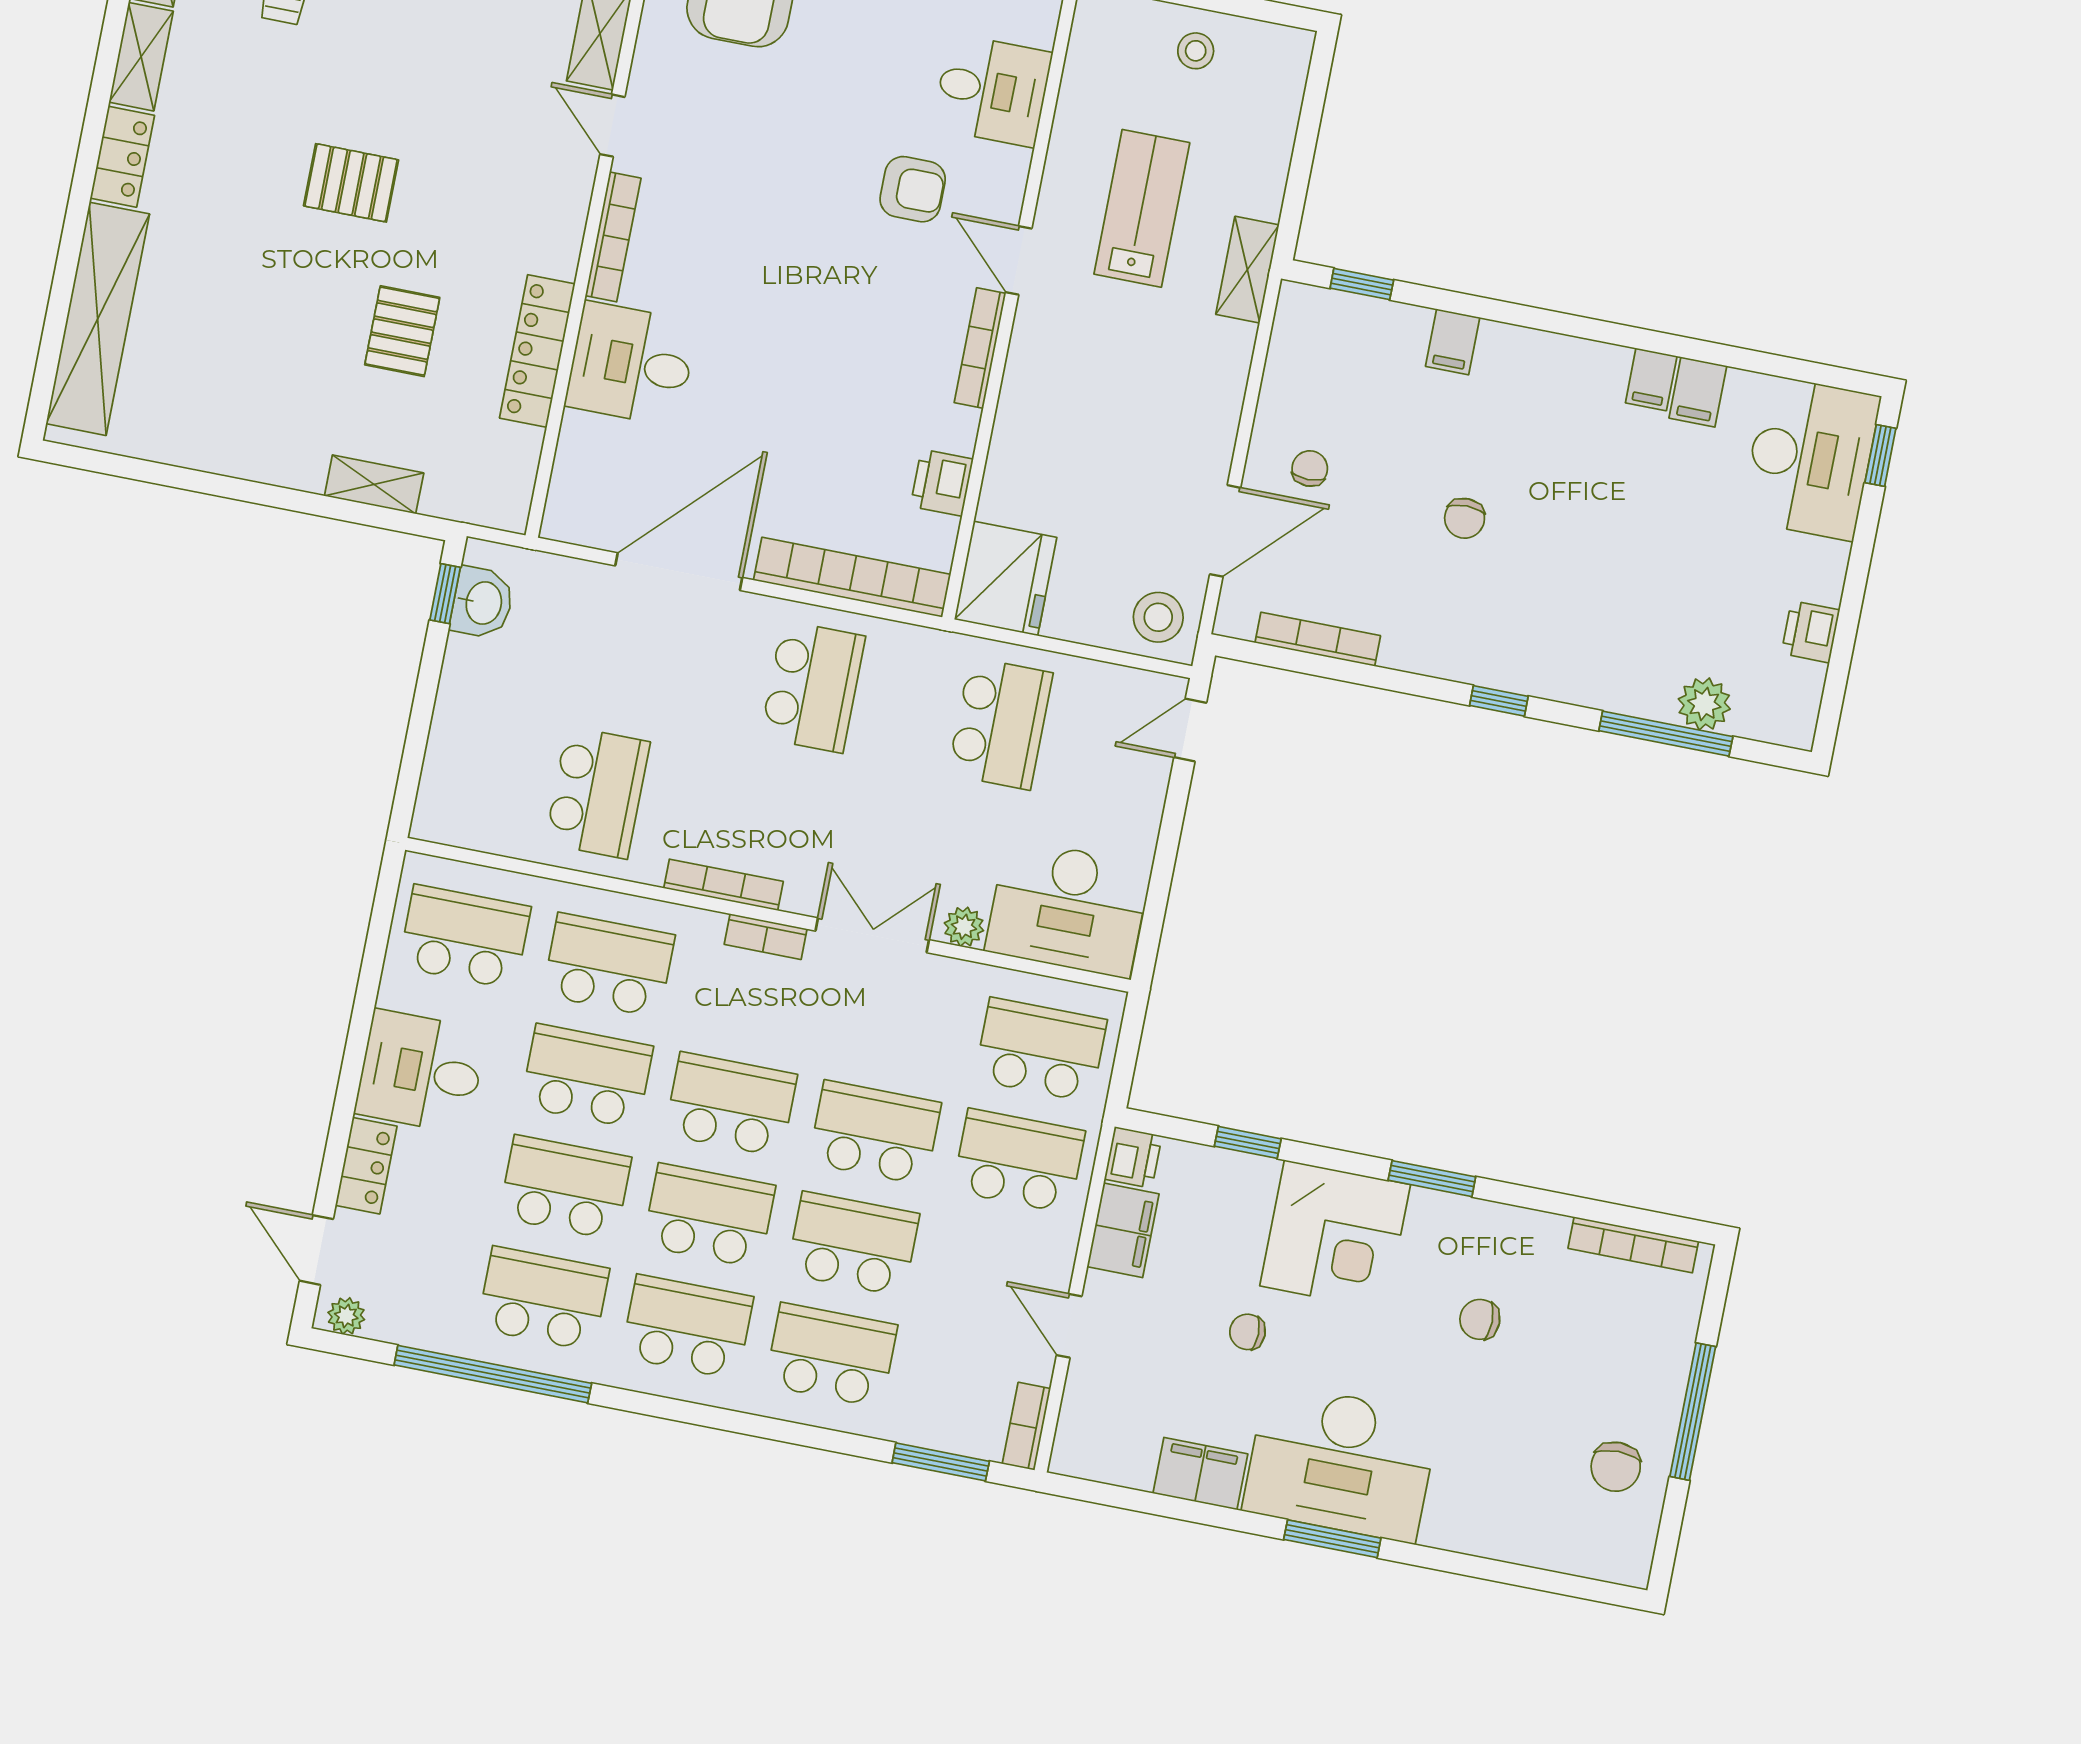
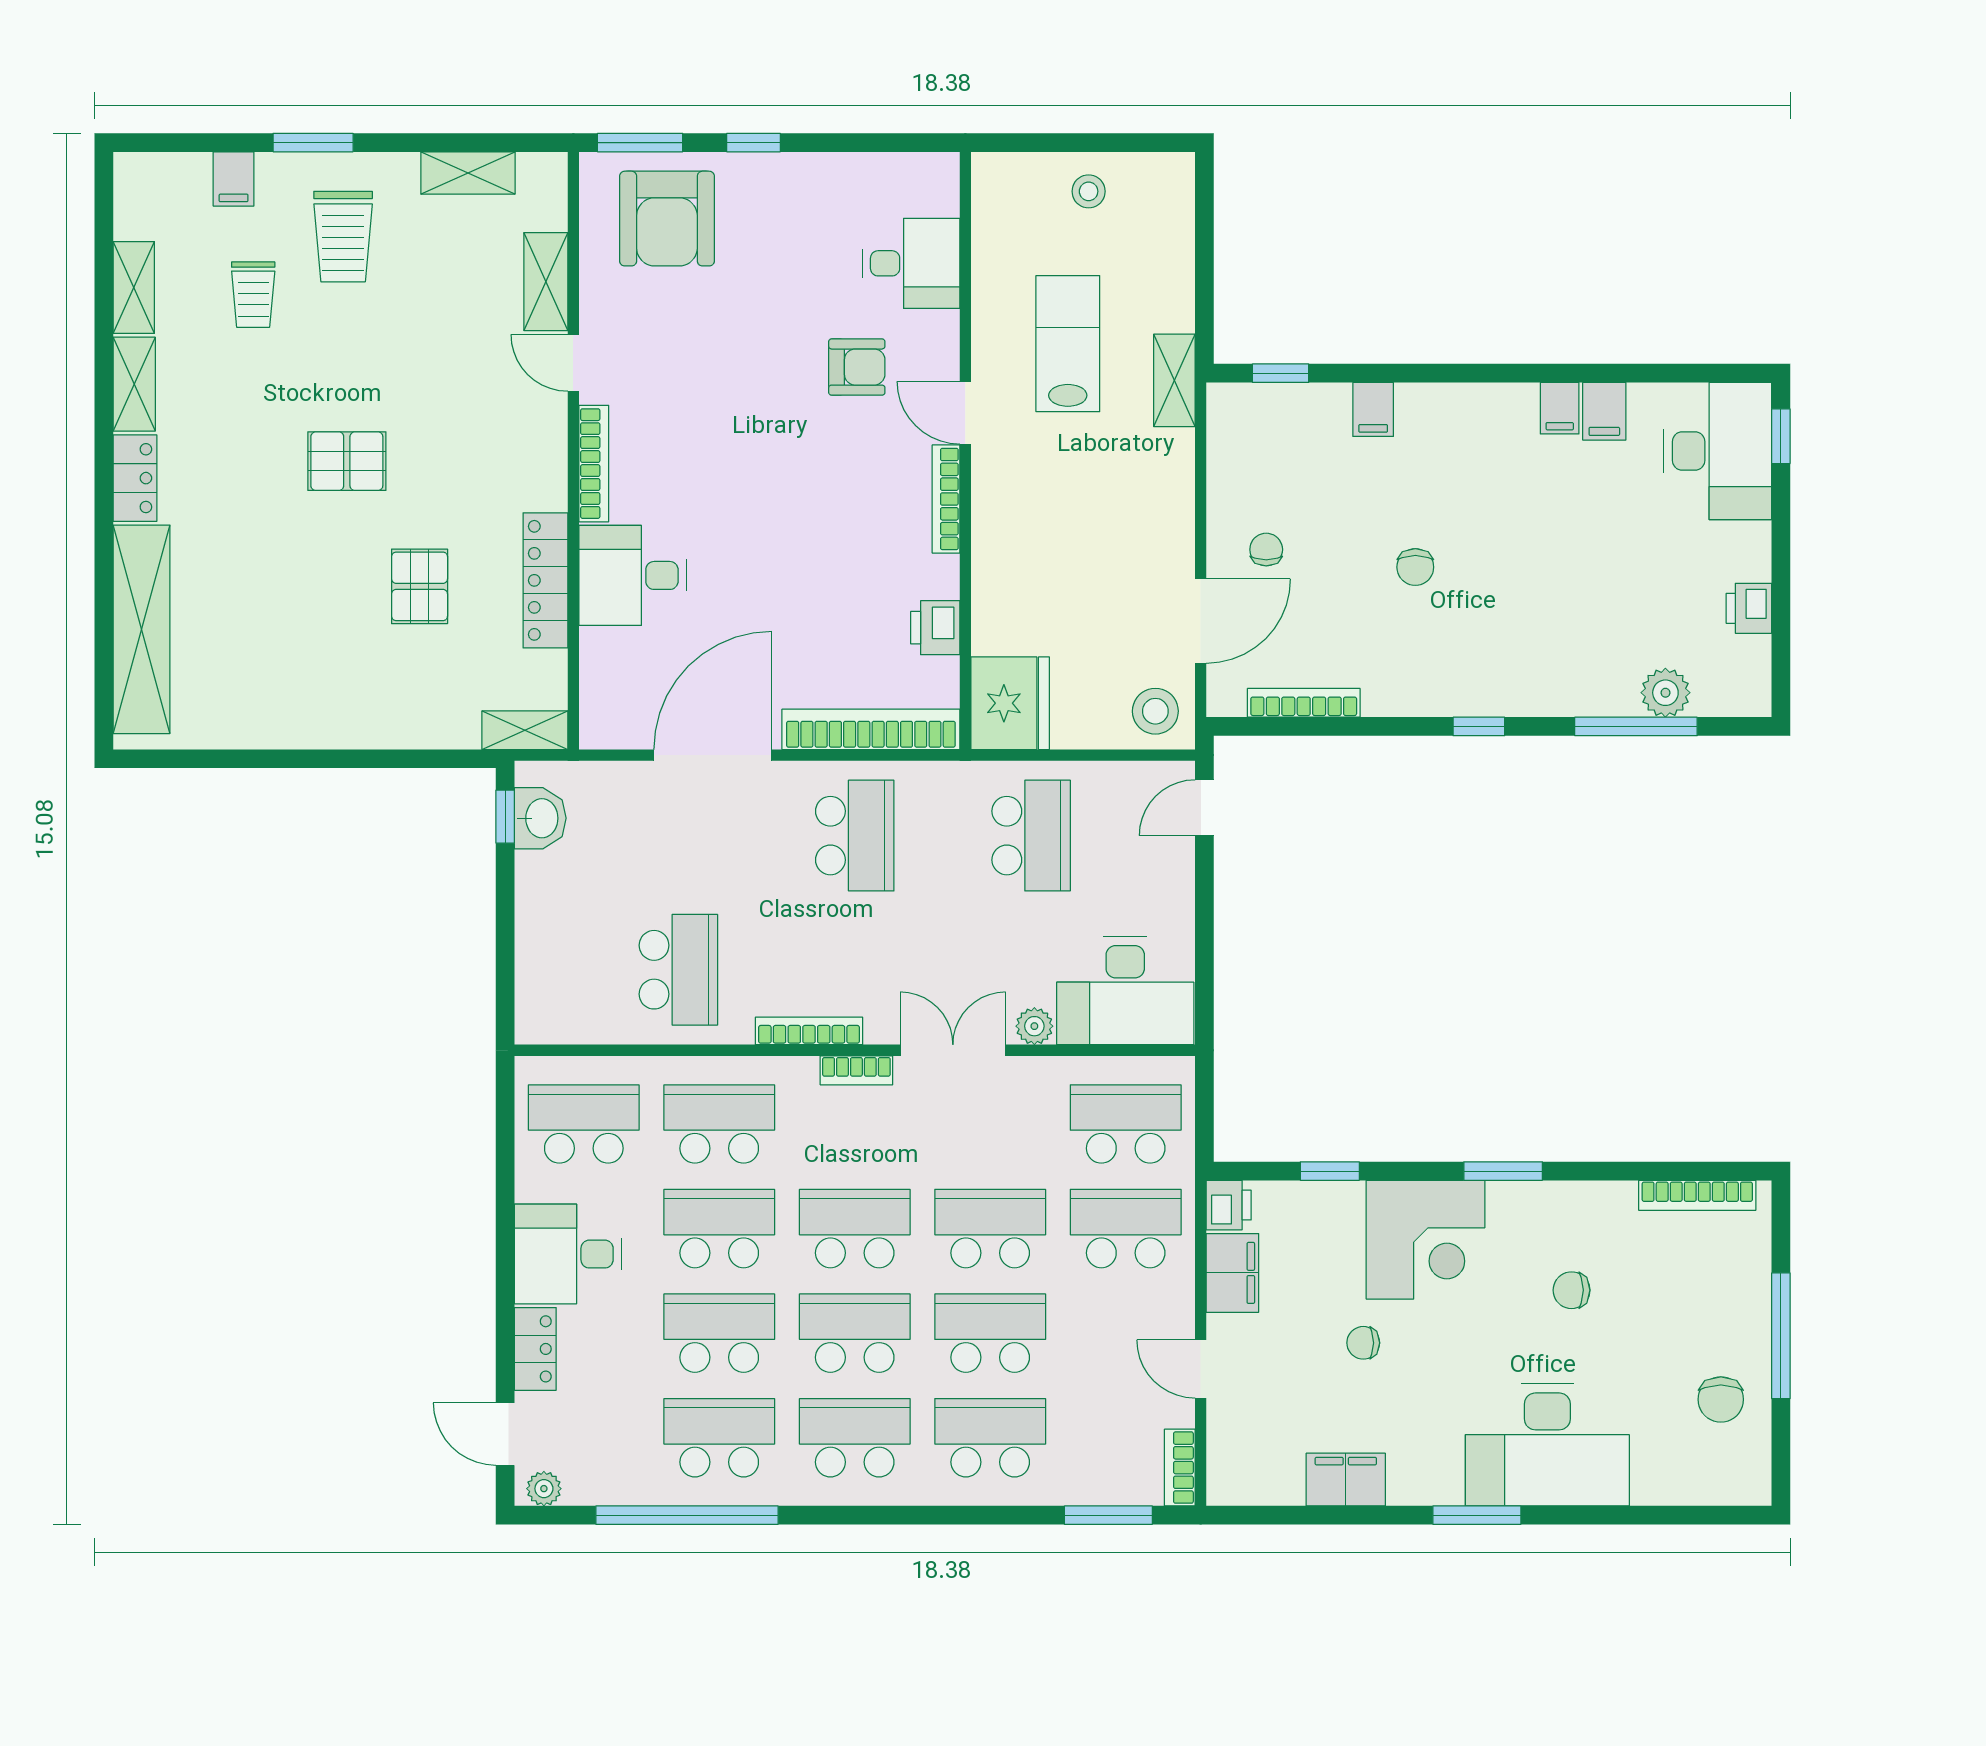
shelving: (374, 484) -> (525, 730), moved
desk: (1341, 1463) -> (1547, 1445), moved

